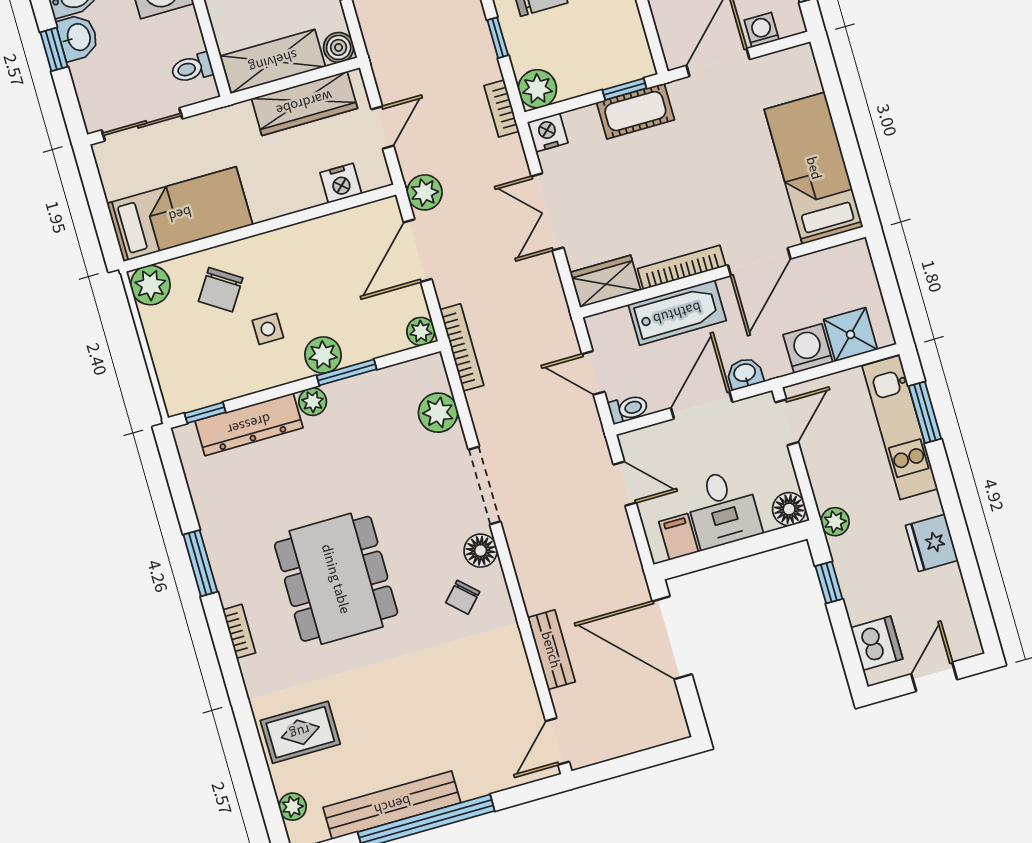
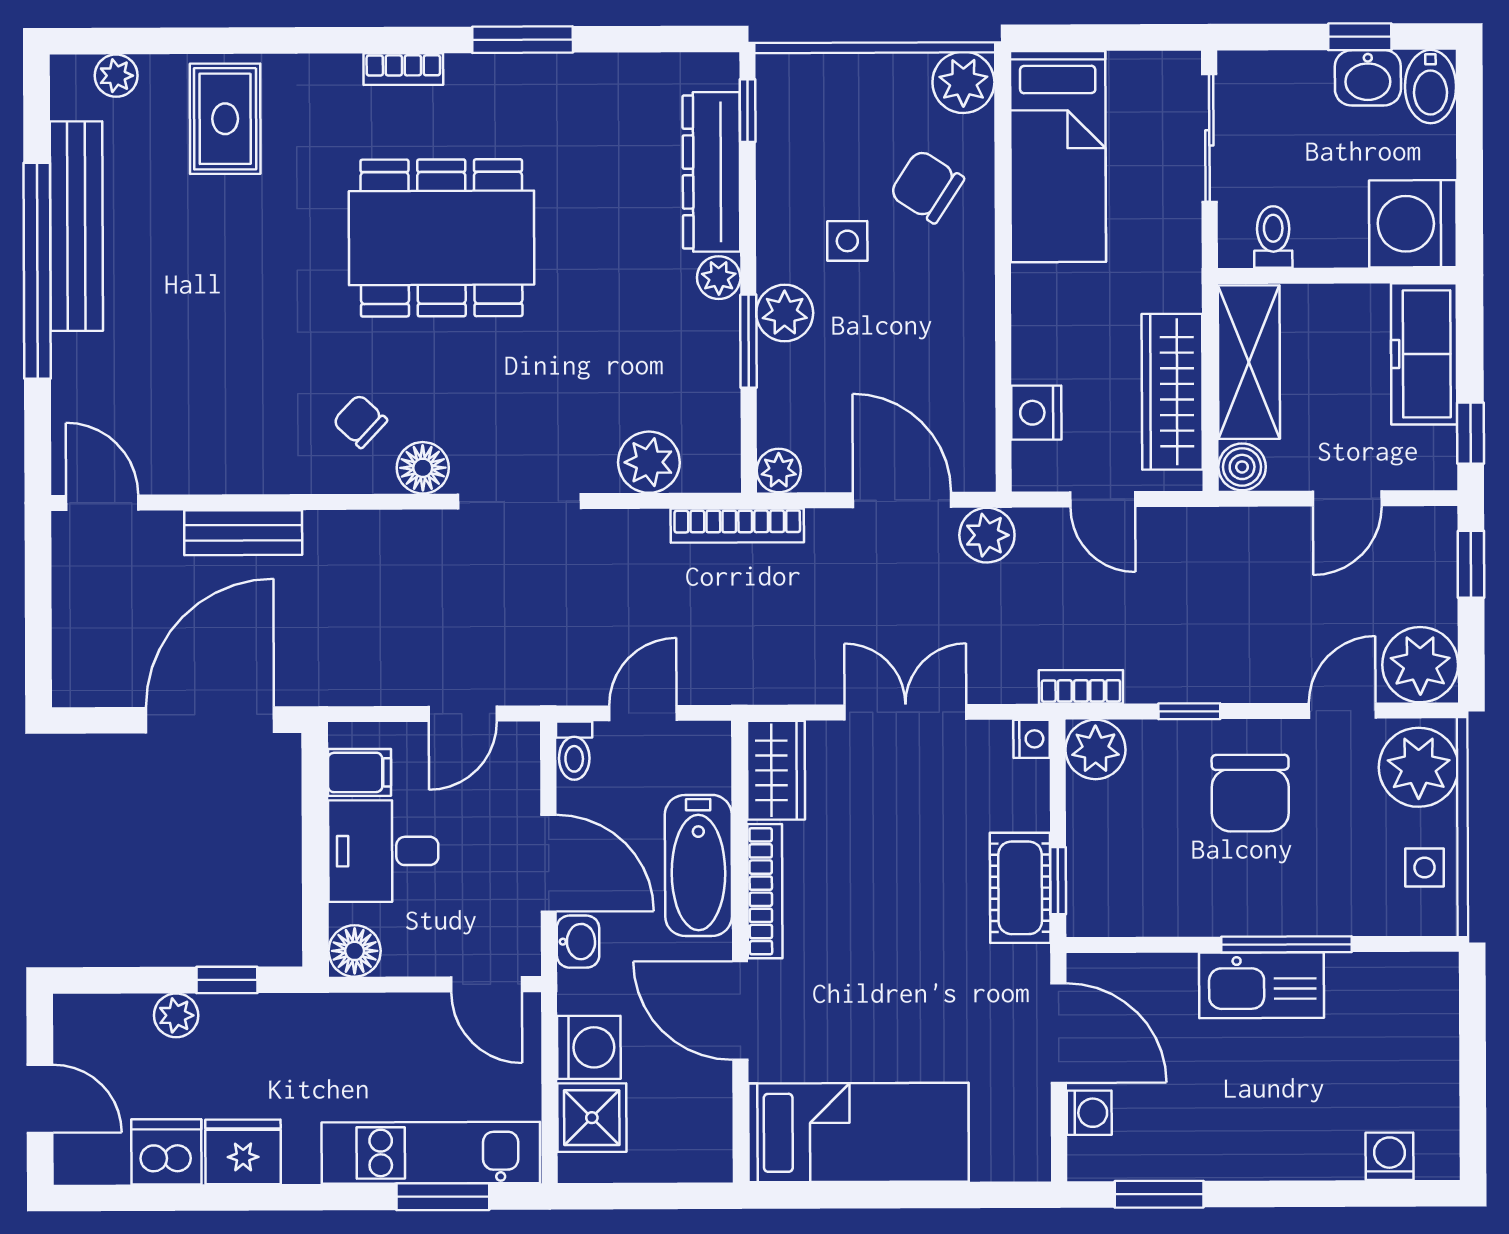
nightstand: (548, 132) -> (1032, 739), width x0.72, depth x0.74
plant: (835, 522) -> (176, 1015), moved
dishwasher: (877, 643) -> (166, 1152), moved, turned 180

